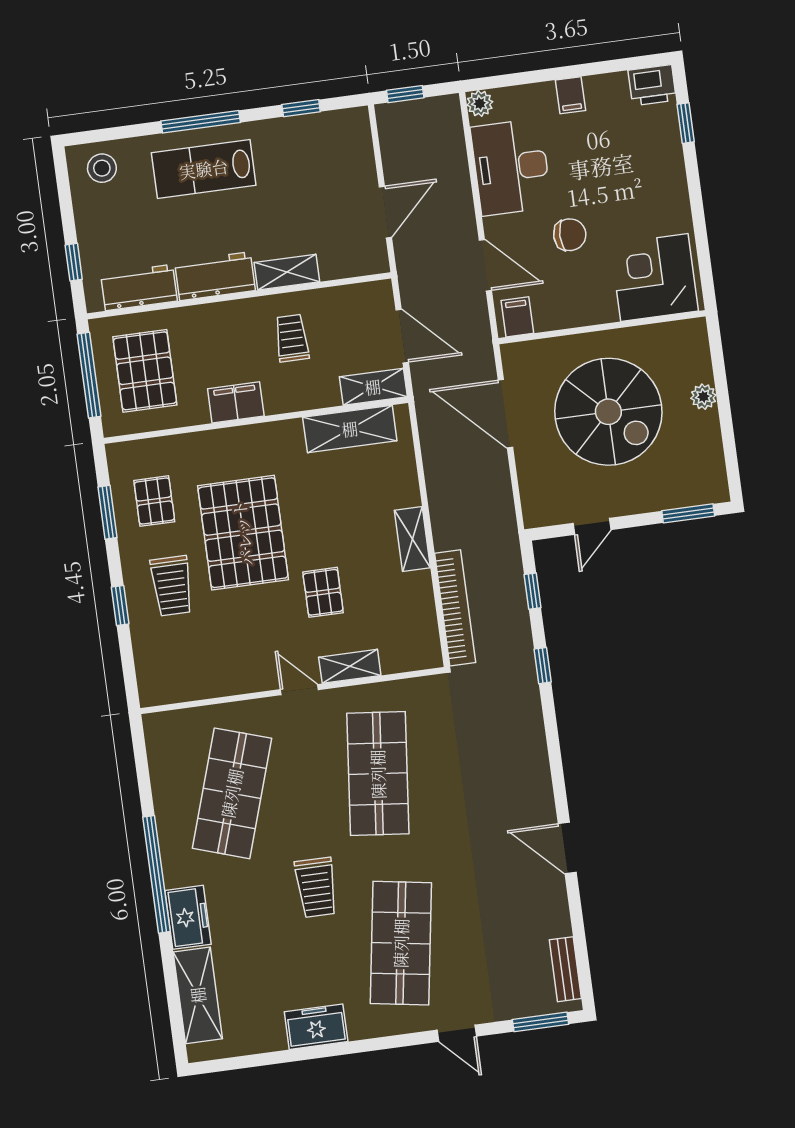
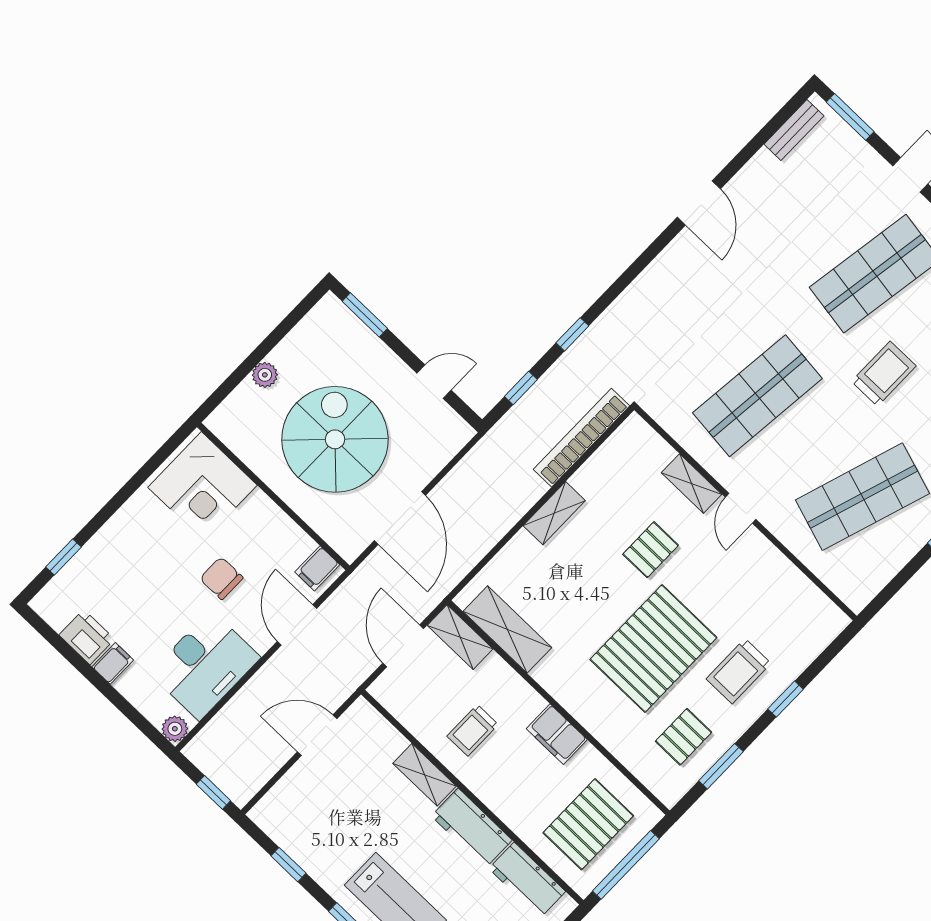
printer: (652, 85) -> (87, 637), moved
trolley: (172, 586) -> (739, 671), turned 180

